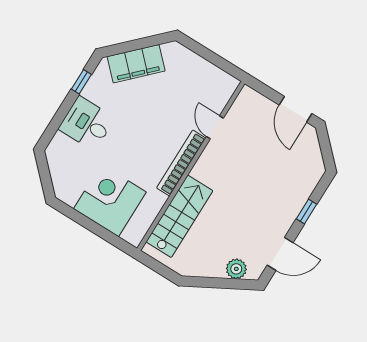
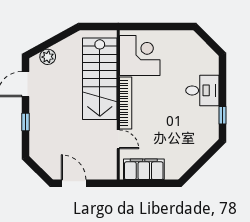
filing cabinet: (136, 64) -> (144, 169), moved, turned 45
corner desk: (110, 200) -> (140, 56), moved, turned -90
stairs: (179, 216) -> (100, 79), width x1.36, depth x1.51

